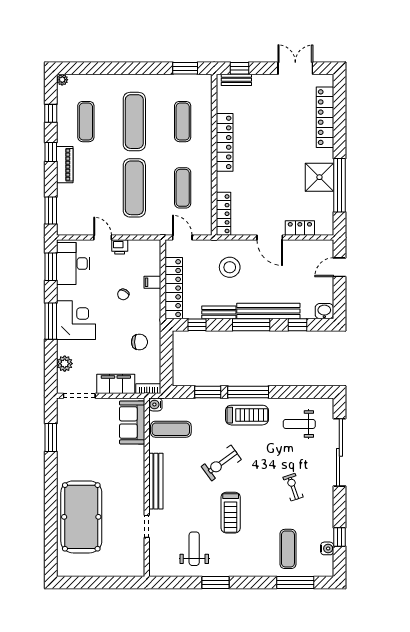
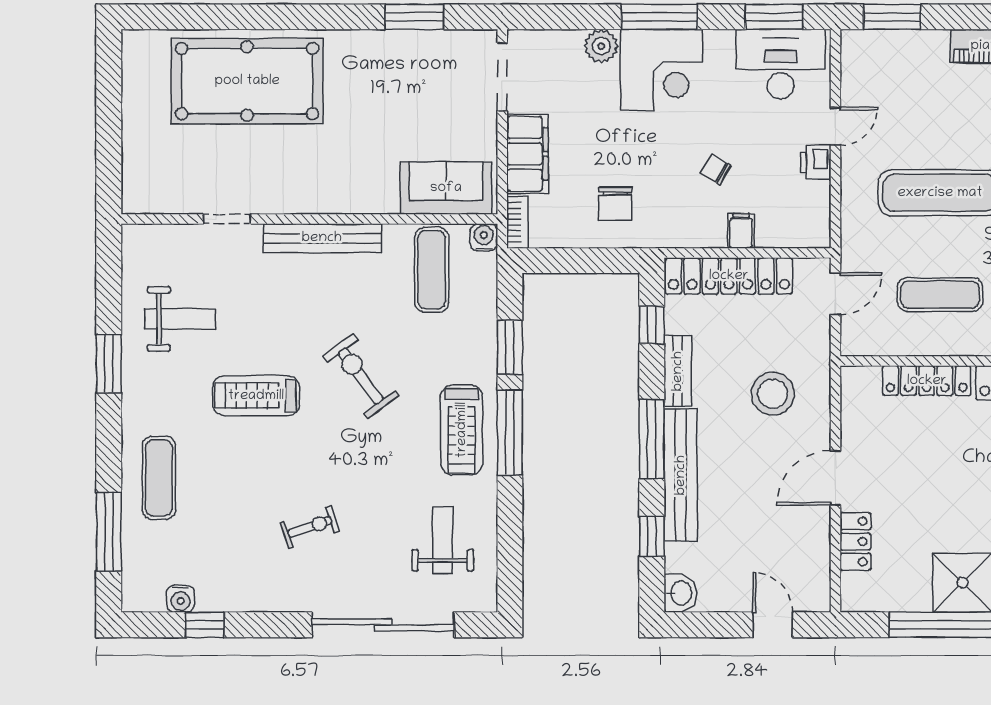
locker: (223, 214) -> (927, 381), moved
plant: (65, 364) -> (601, 46), moved
exercise mat: (288, 549) -> (159, 478), moved, turned 90

